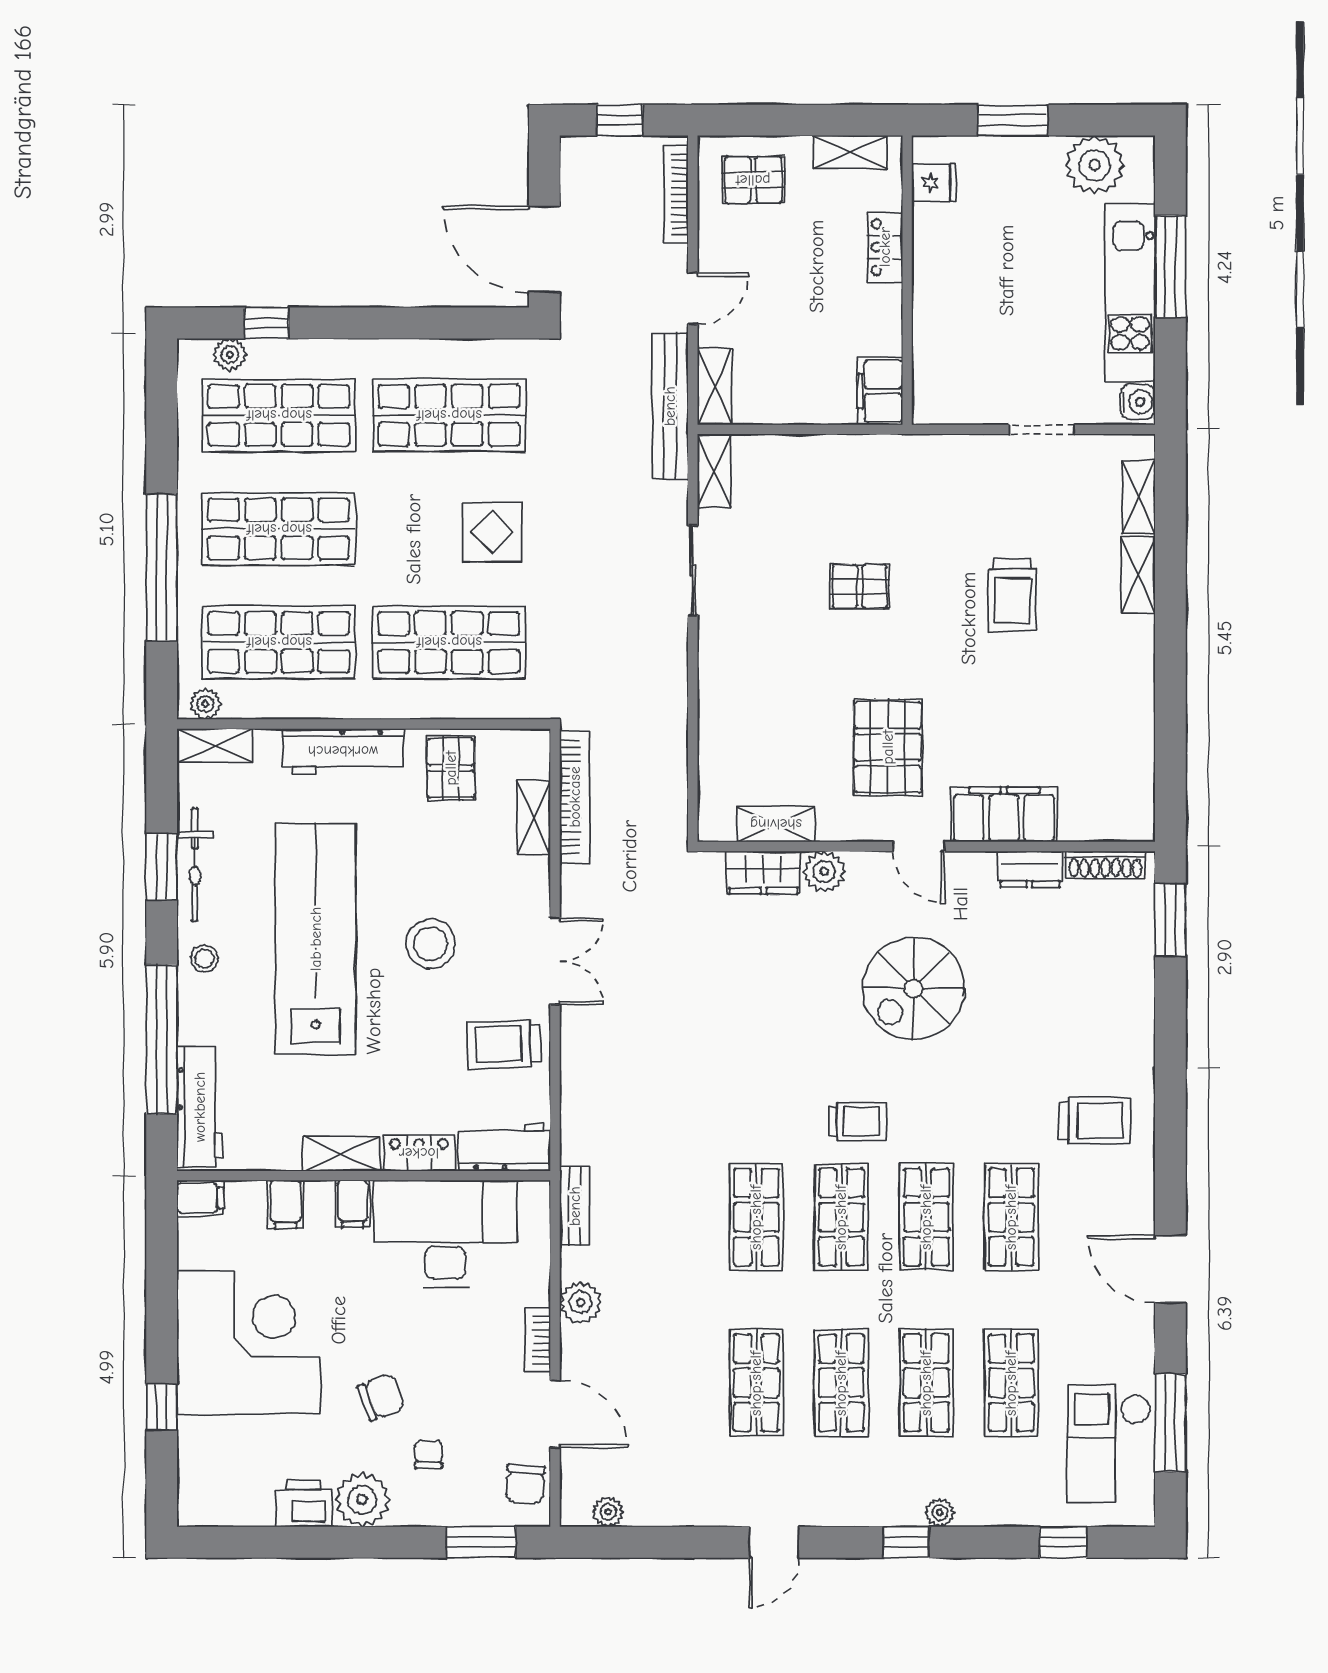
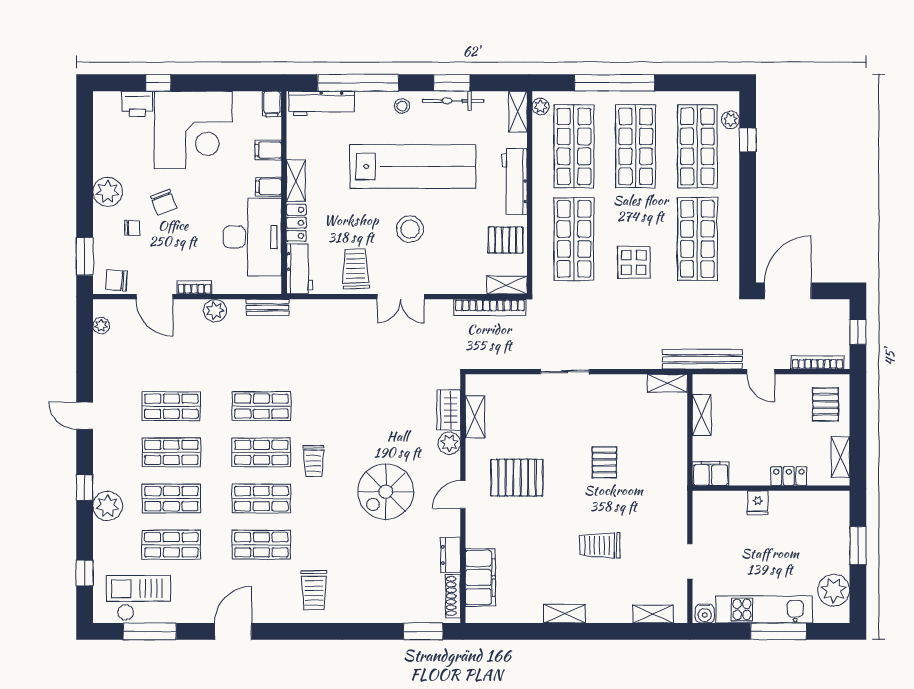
fridge: (934, 182) -> (758, 503), moved
shelving: (715, 387) -> (702, 415), moved, turned 90
sliding door: (693, 570) -> (565, 372), moved
shelving: (1138, 575) -> (564, 614), moved
filing cabinet: (1004, 814) -> (480, 578), moved
shelving: (534, 818) -> (507, 285), moved
spiral stairs: (914, 988) -> (386, 492), turned -90
door: (555, 1414) -> (154, 297), hinge flipped
printer: (304, 1503) -> (137, 104), moved, turned 90
plant: (940, 1513) -> (108, 506), width x1.88, depth x1.88

